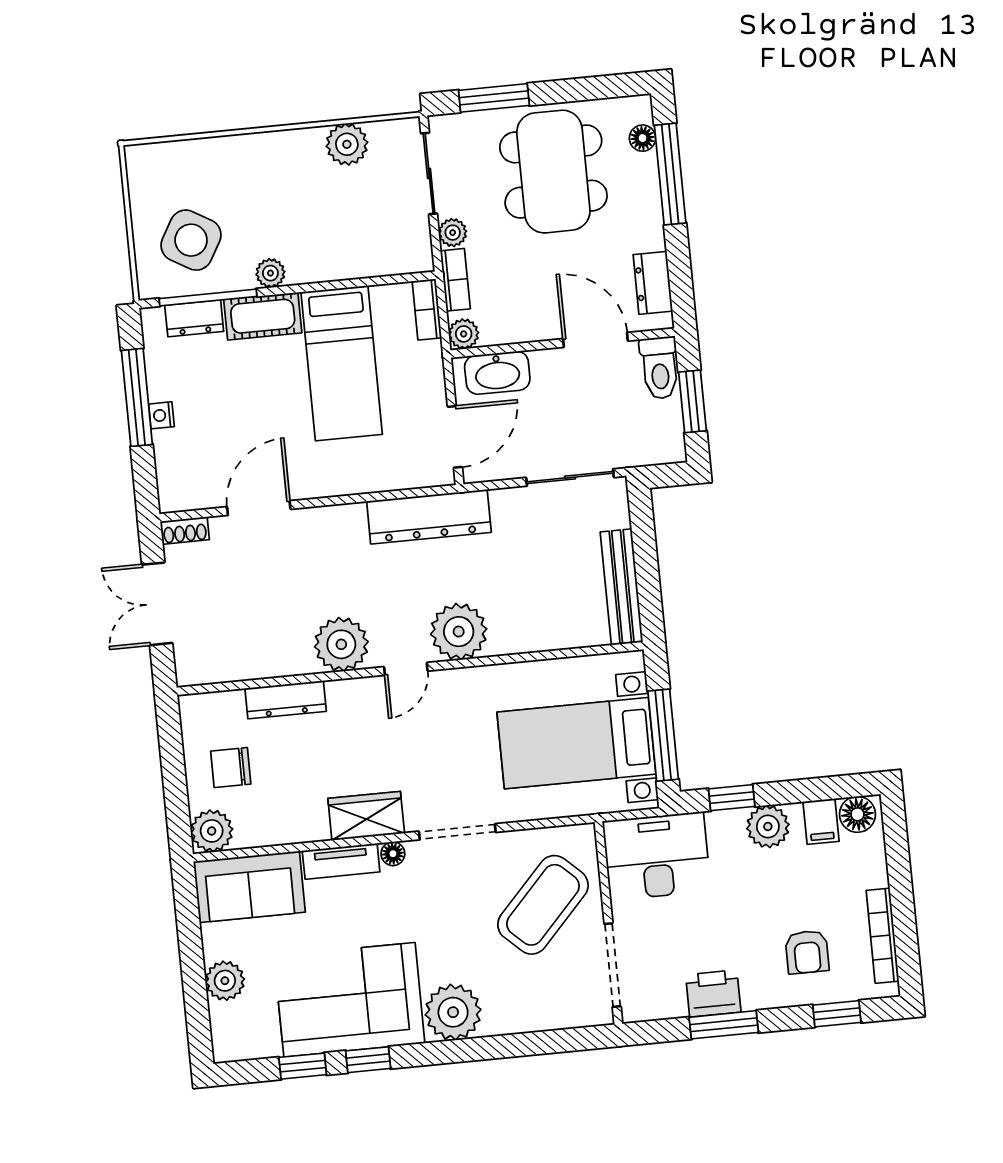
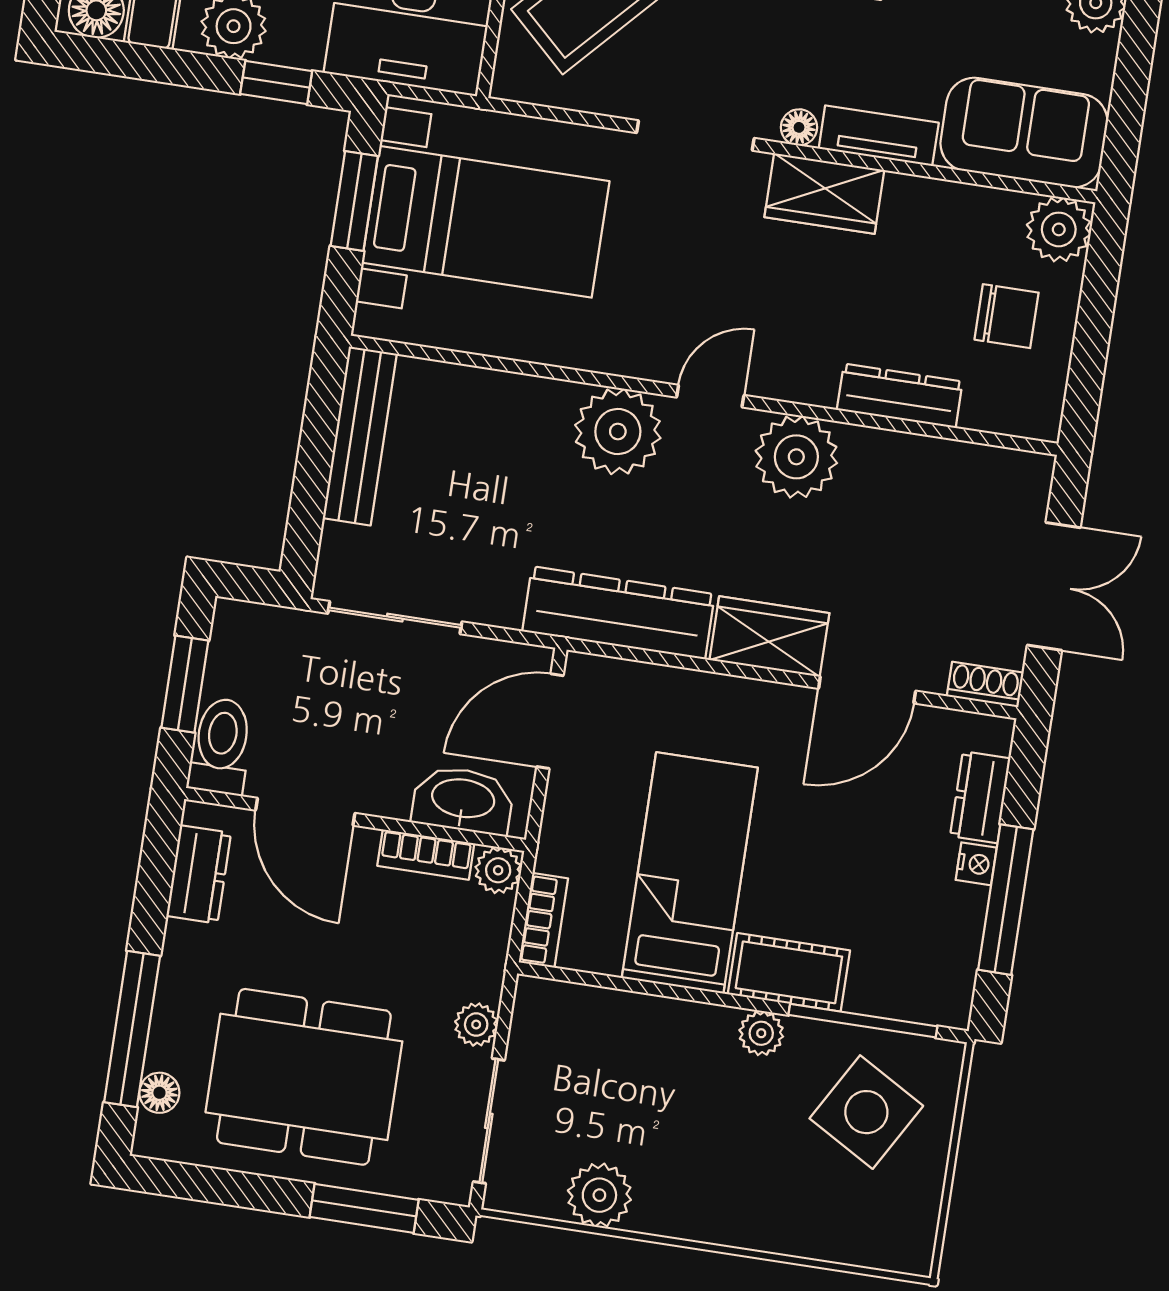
dining table: (553, 172) -> (304, 1077), turned 90
bookcase: (455, 280) -> (426, 855), moved, turned -90
dresser: (194, 318) -> (980, 797), moved, turned -90
wardrobe: (329, 526) -> (769, 637), added
window: (663, 735) -> (354, 201), width x0.69

